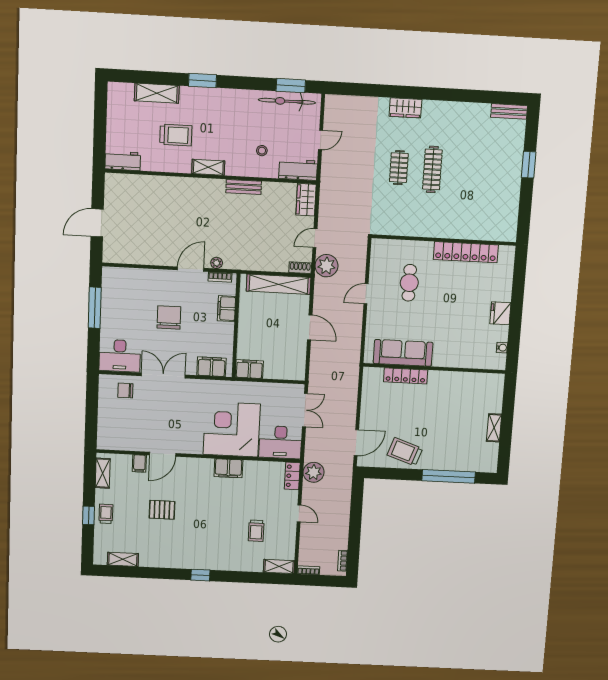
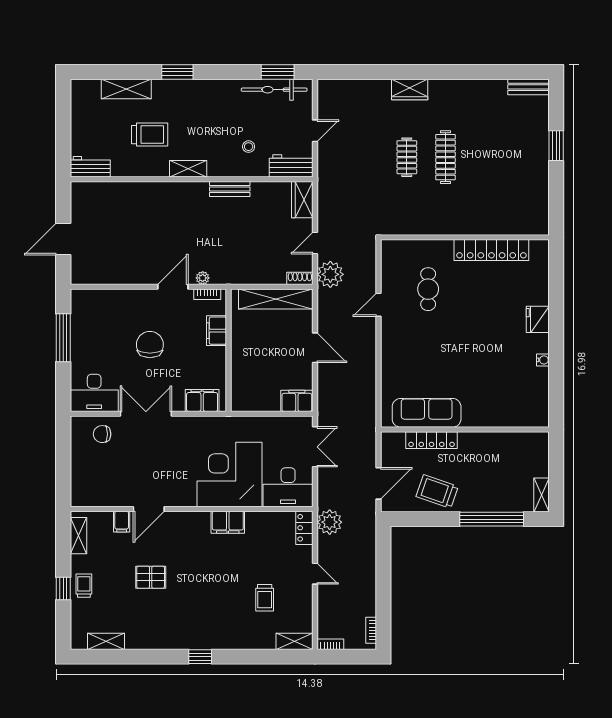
sofa: (403, 353) -> (427, 413), moved
filing cabinet: (249, 369) -> (297, 401), moved
wall: (434, 369) -> (465, 430), moved
locker: (406, 376) -> (432, 440), moved
shelving: (494, 428) -> (541, 495), moved

